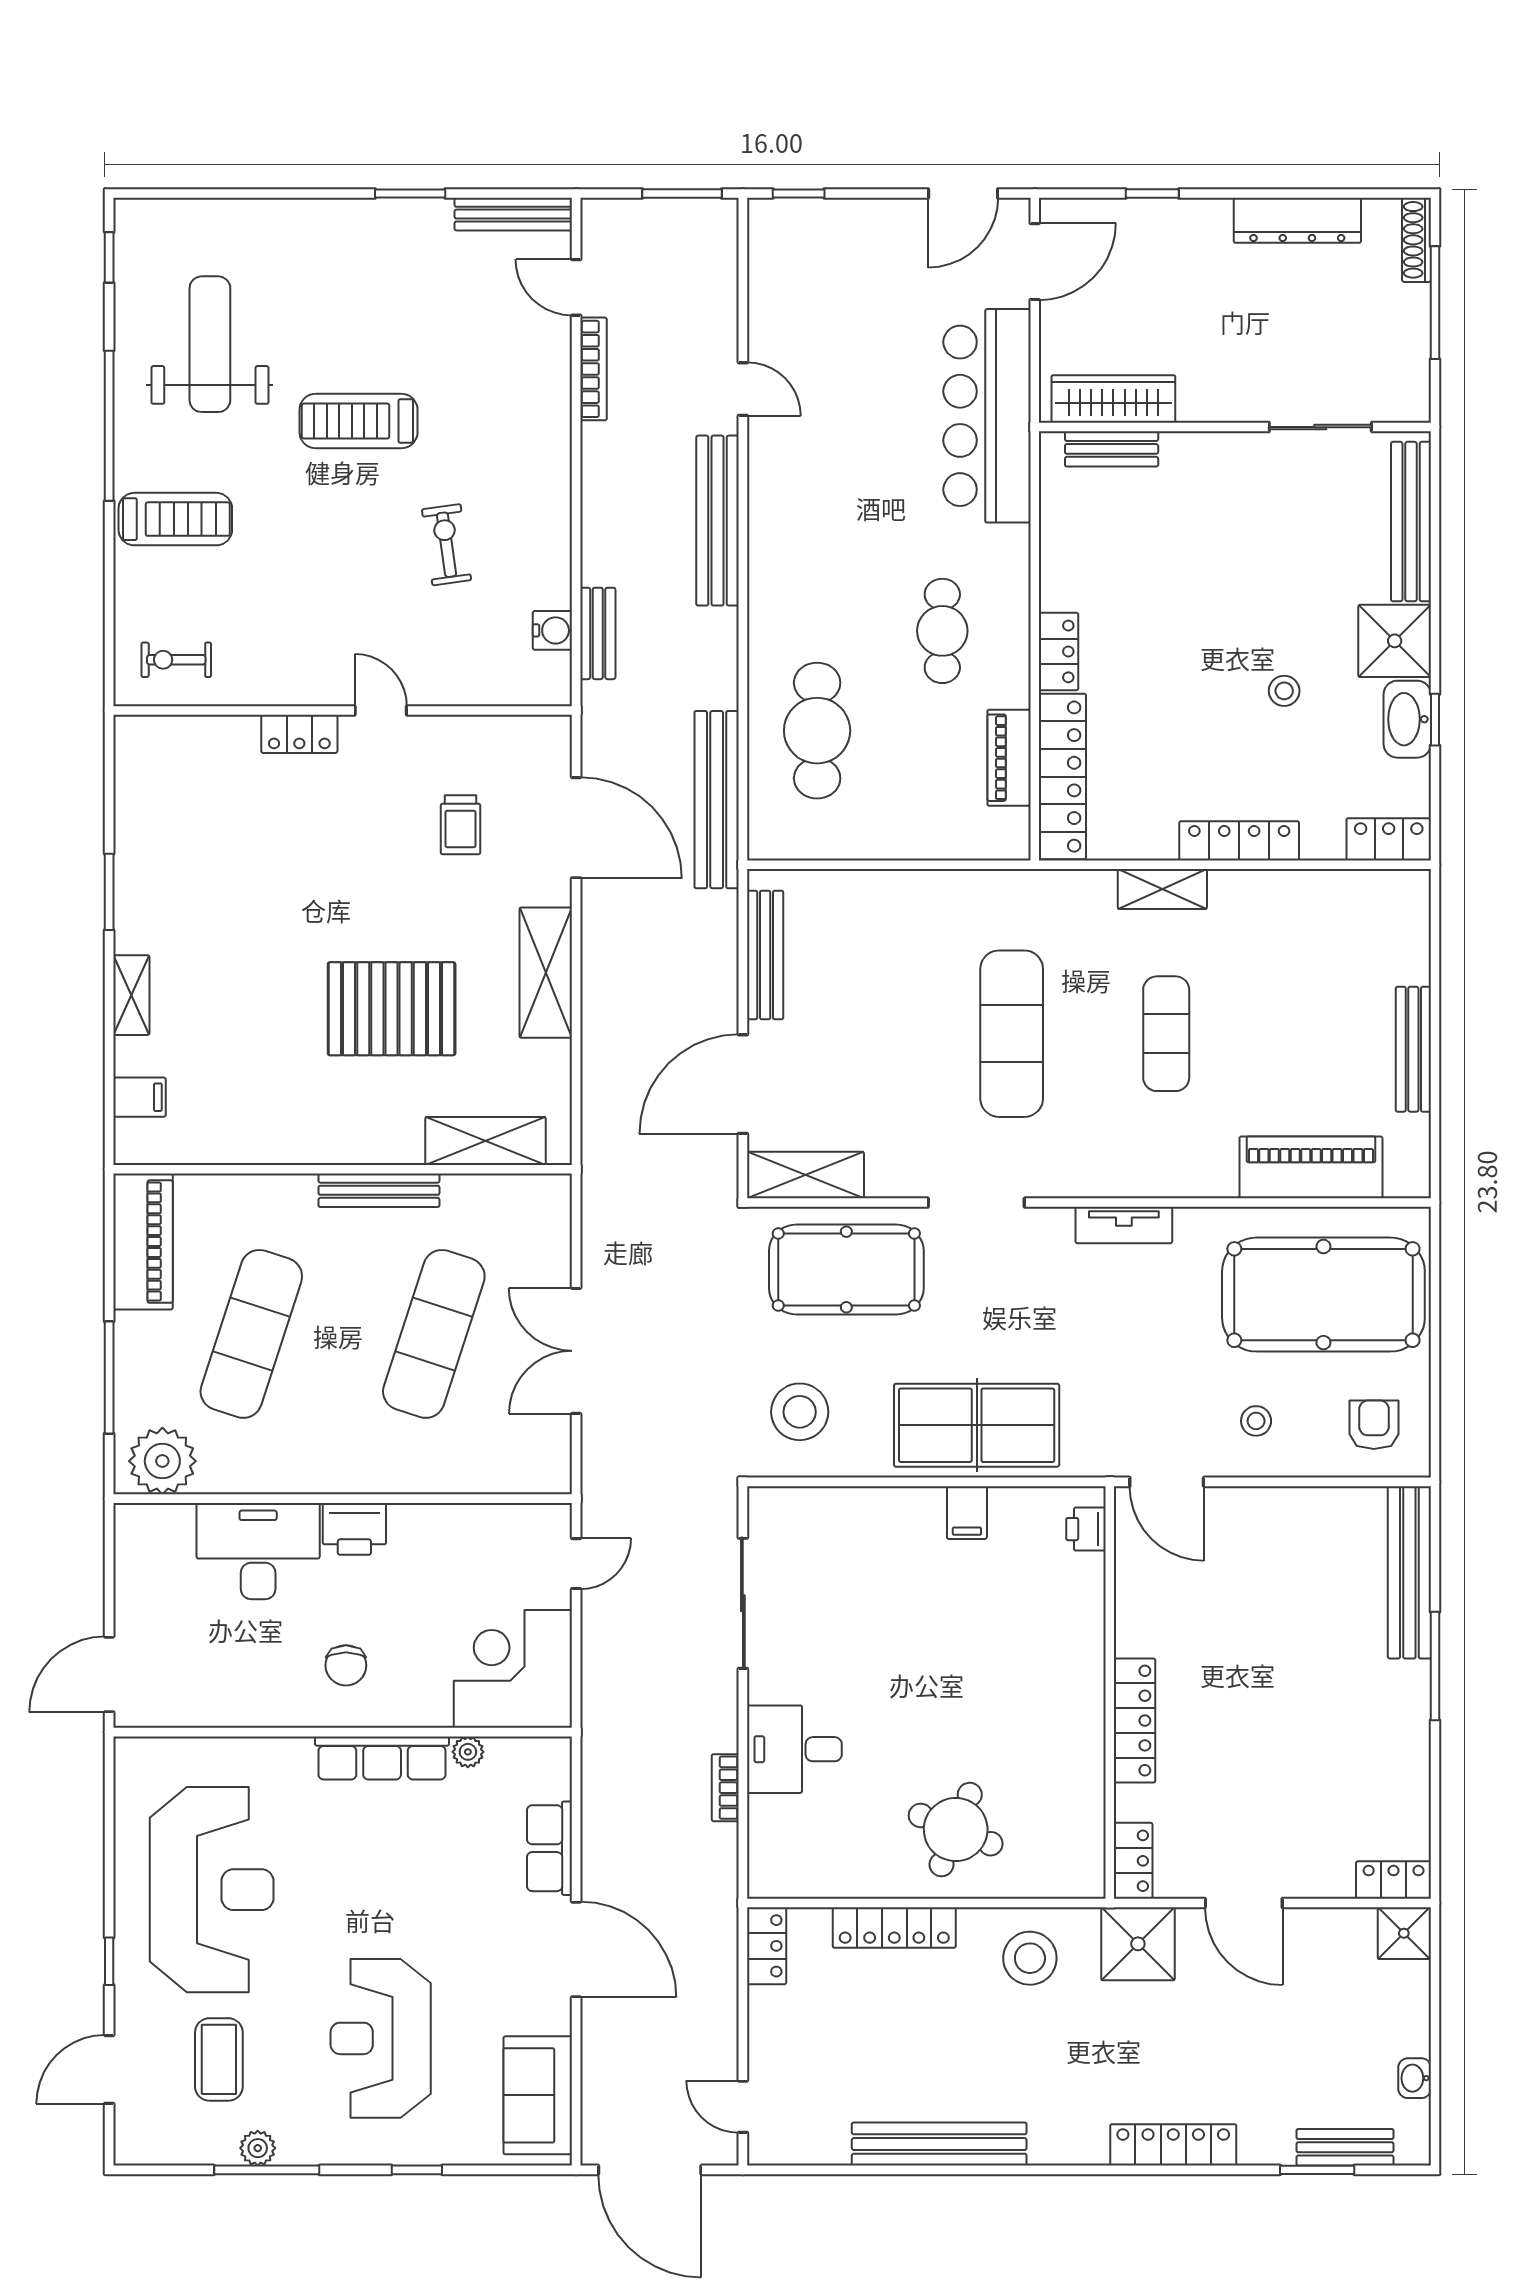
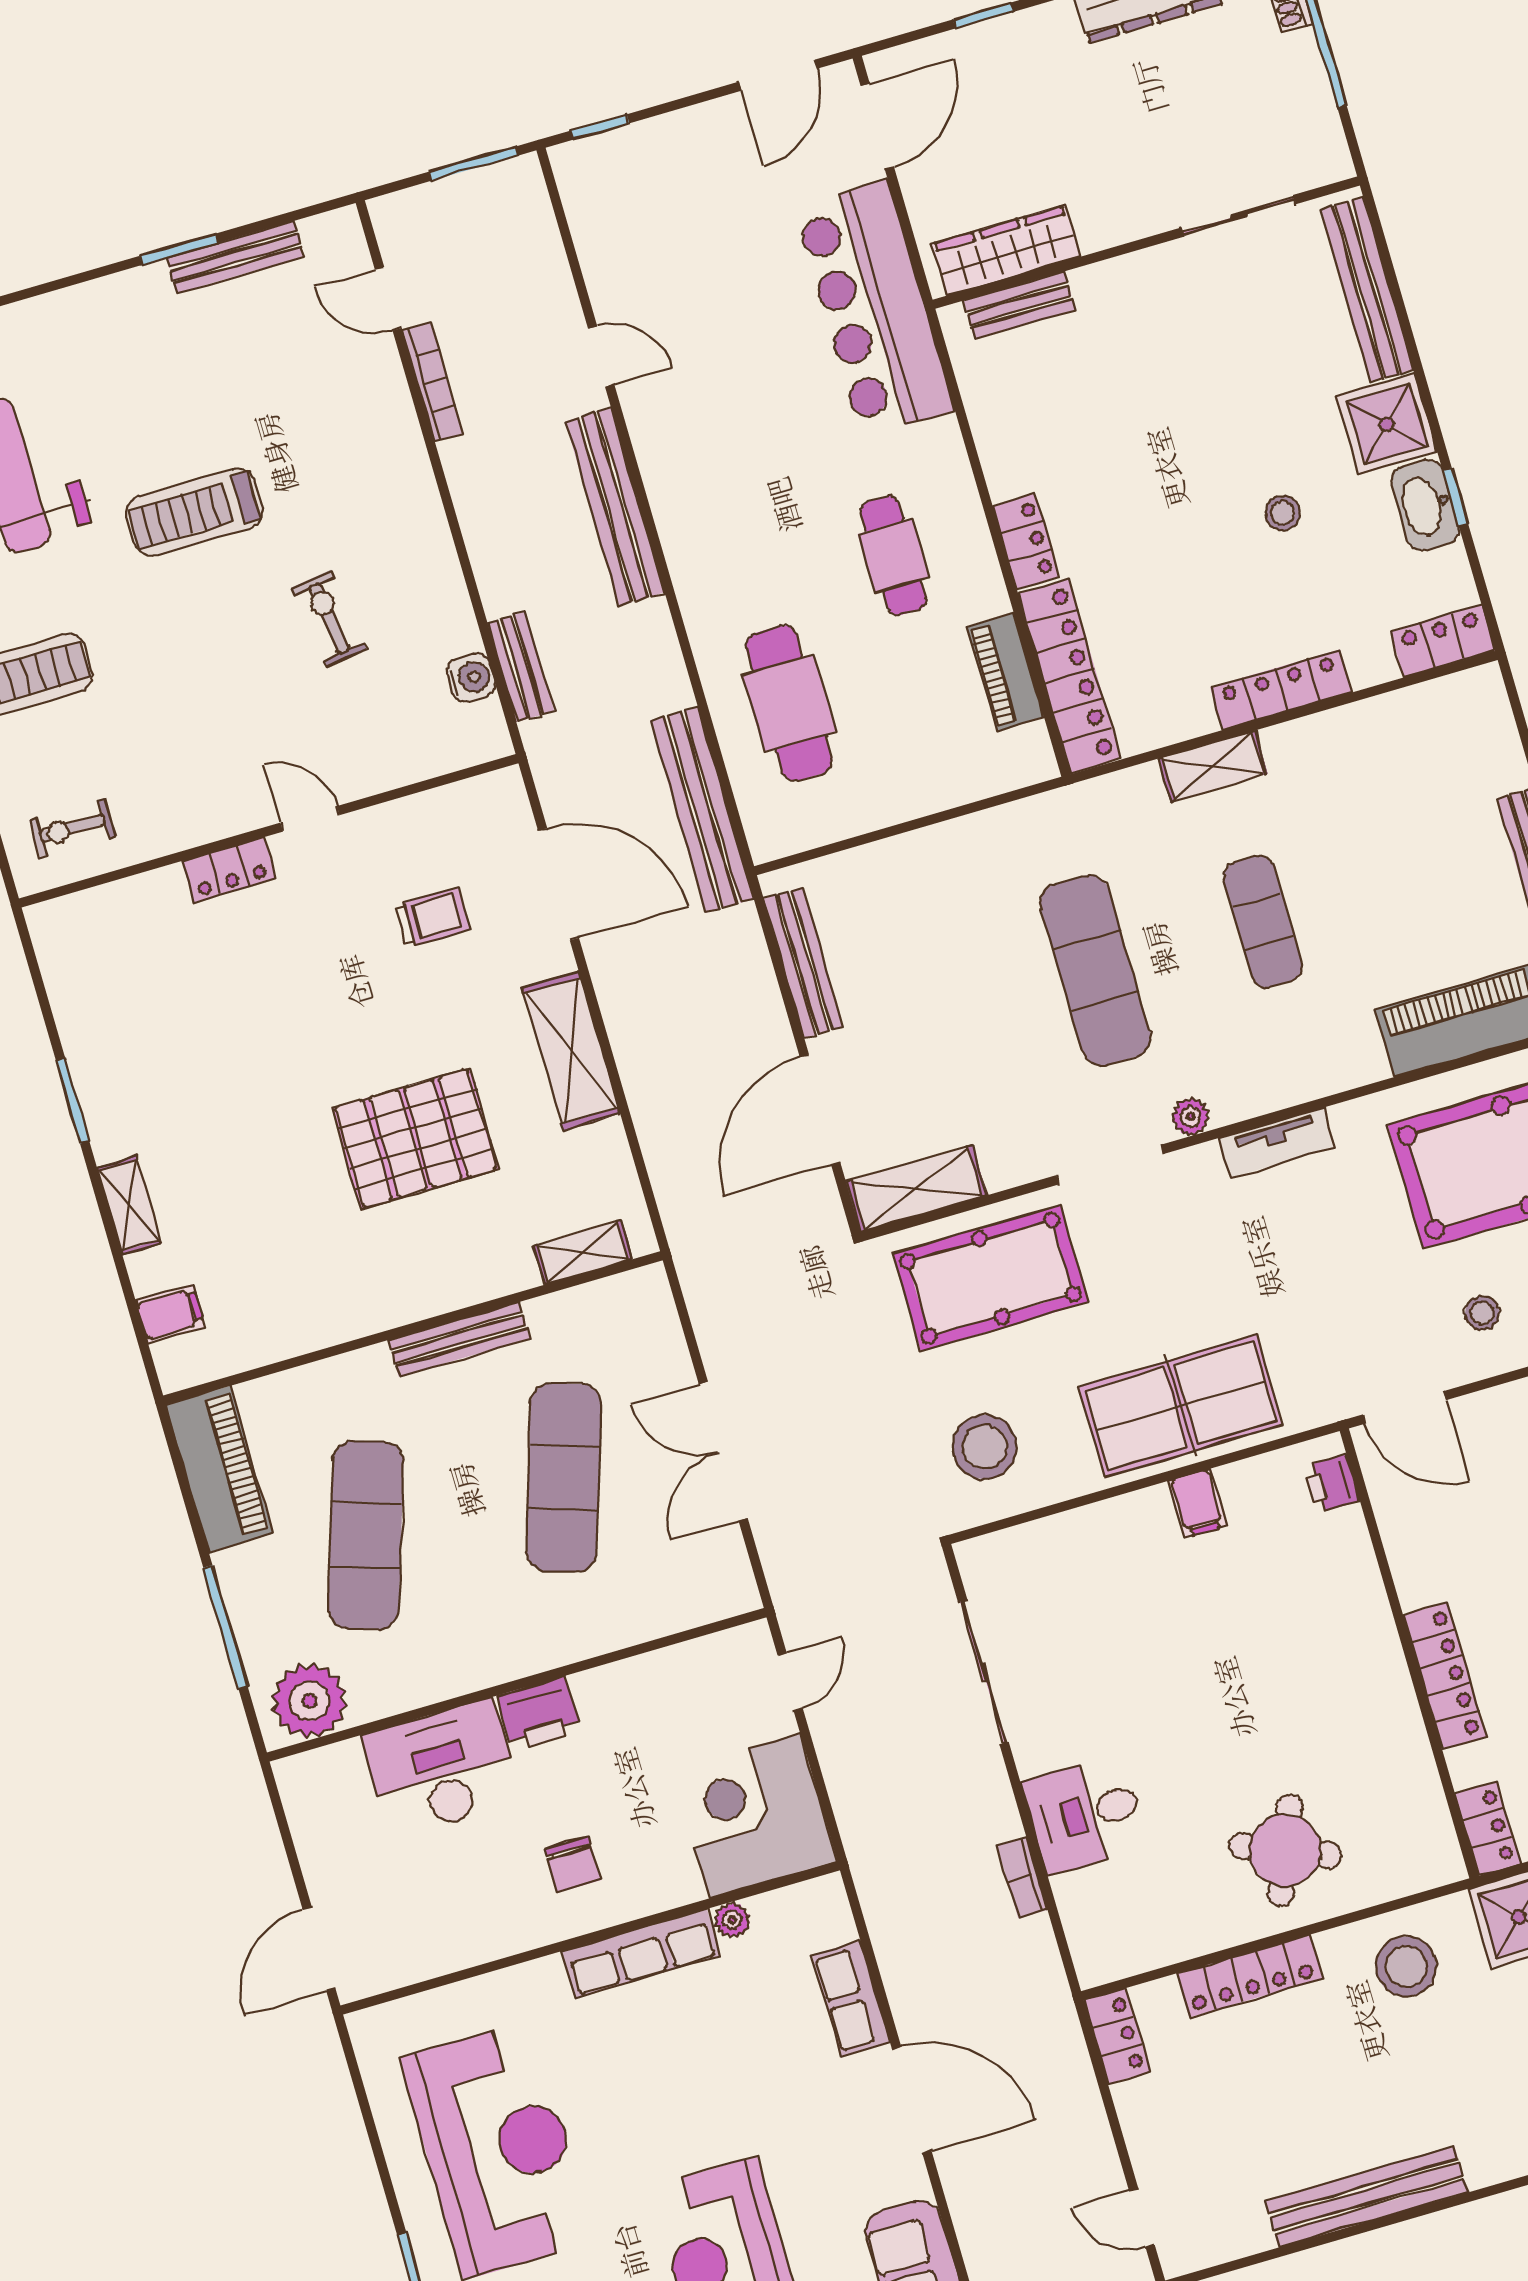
bench: (513, 214) -> (235, 257), moved
trolley: (461, 825) -> (432, 918), turned -90
shelving: (486, 1141) -> (583, 1252), width x0.67, depth x0.75
plant: (1056, 1182) -> (1191, 1117), added

